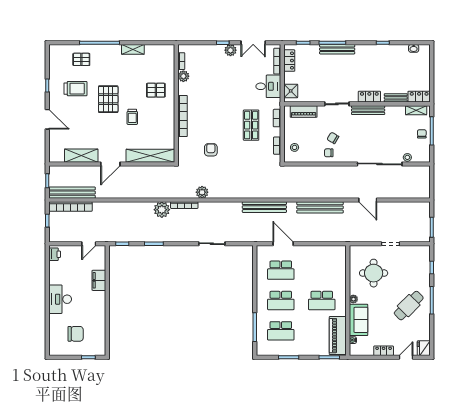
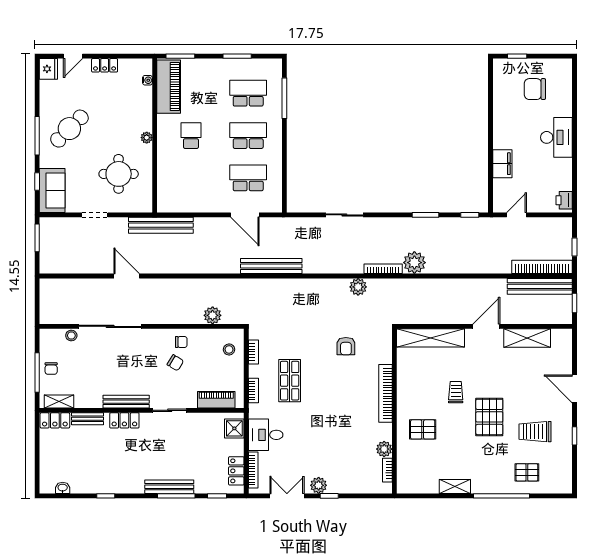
plant: (306, 172) -> (213, 315), added
bench: (320, 207) -> (161, 225), moved
school desk: (322, 301) -> (191, 136), width x0.54
sofa: (358, 320) -> (52, 191), moved, turned 180

